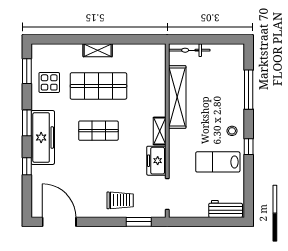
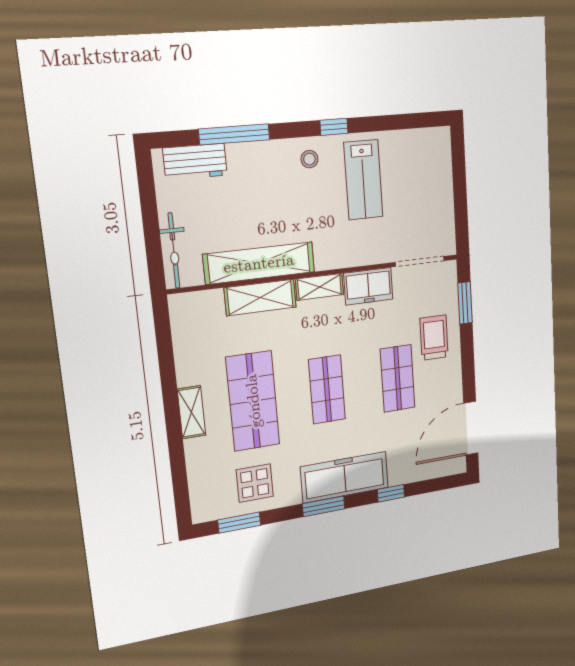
shelving: (158, 96) -> (260, 297), added
shop shelf: (98, 175) -> (398, 378), added
workbench: (226, 209) -> (195, 162), moved, turned -90

